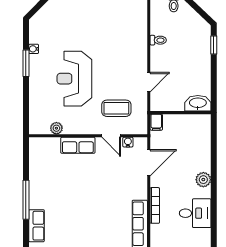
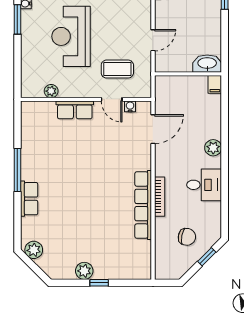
filing cabinet: (156, 122) -> (215, 84), moved
bookcase: (155, 205) -> (160, 197), moved

